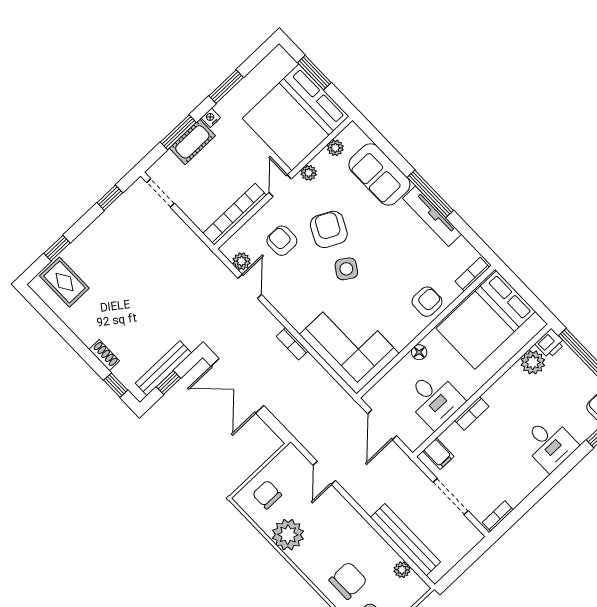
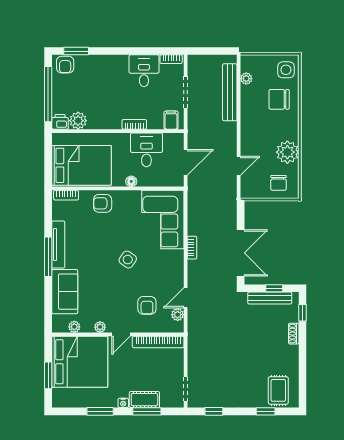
armchair: (329, 229) -> (117, 288), removed
desk: (550, 444) -> (144, 71), moved

